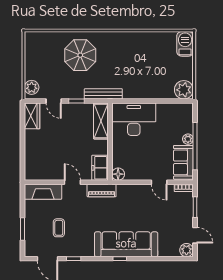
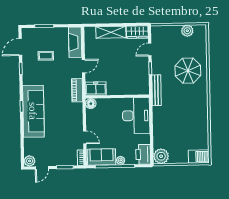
plant: (32, 87) -> (187, 31), moved
printer: (181, 111) -> (143, 154), added
shelving: (101, 121) -> (111, 32), moved
door: (159, 182) -> (85, 137), swing flipped

